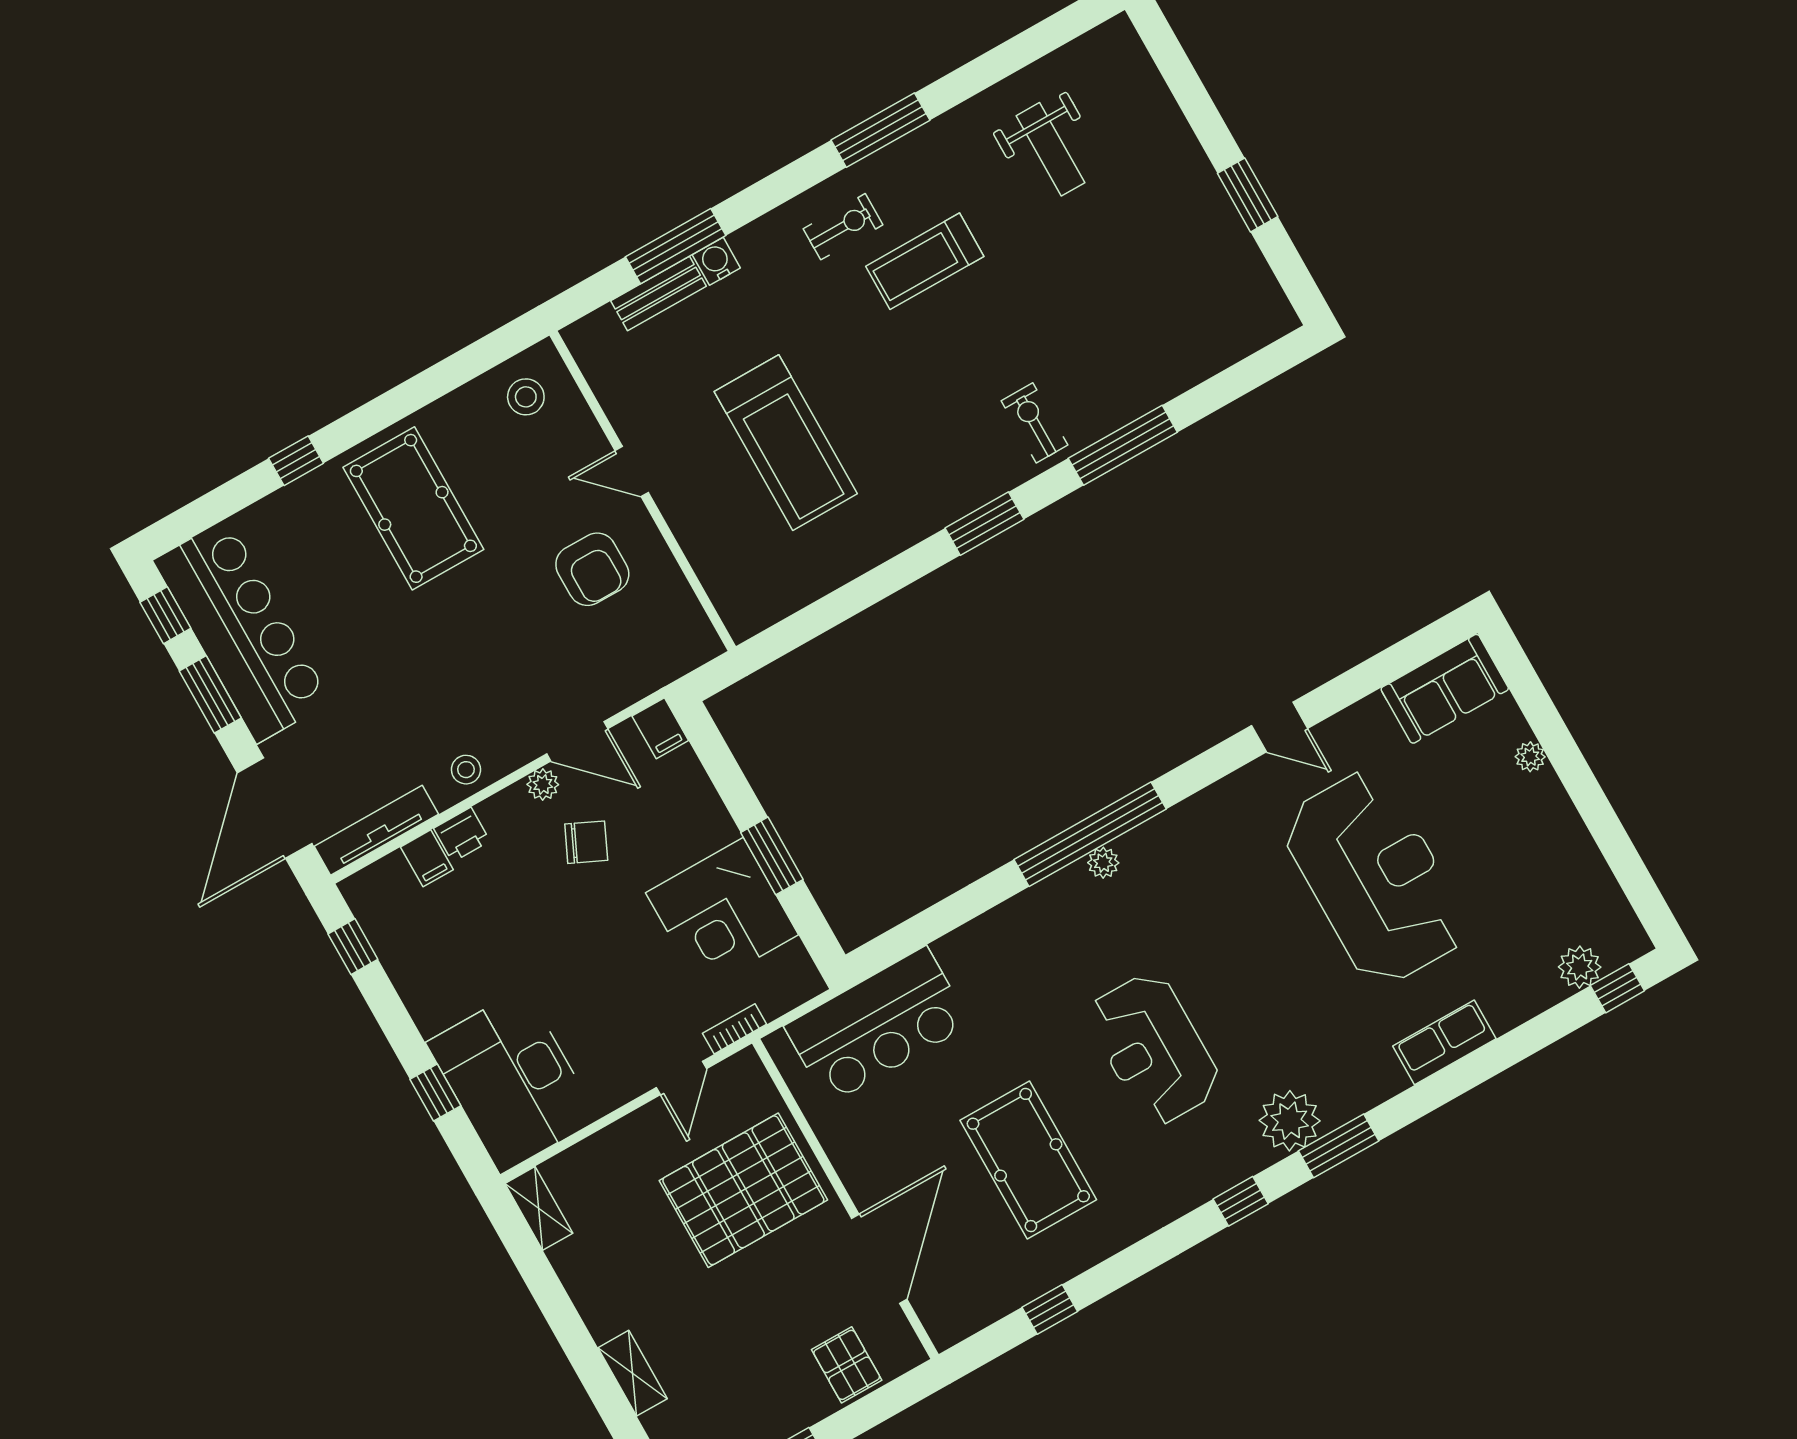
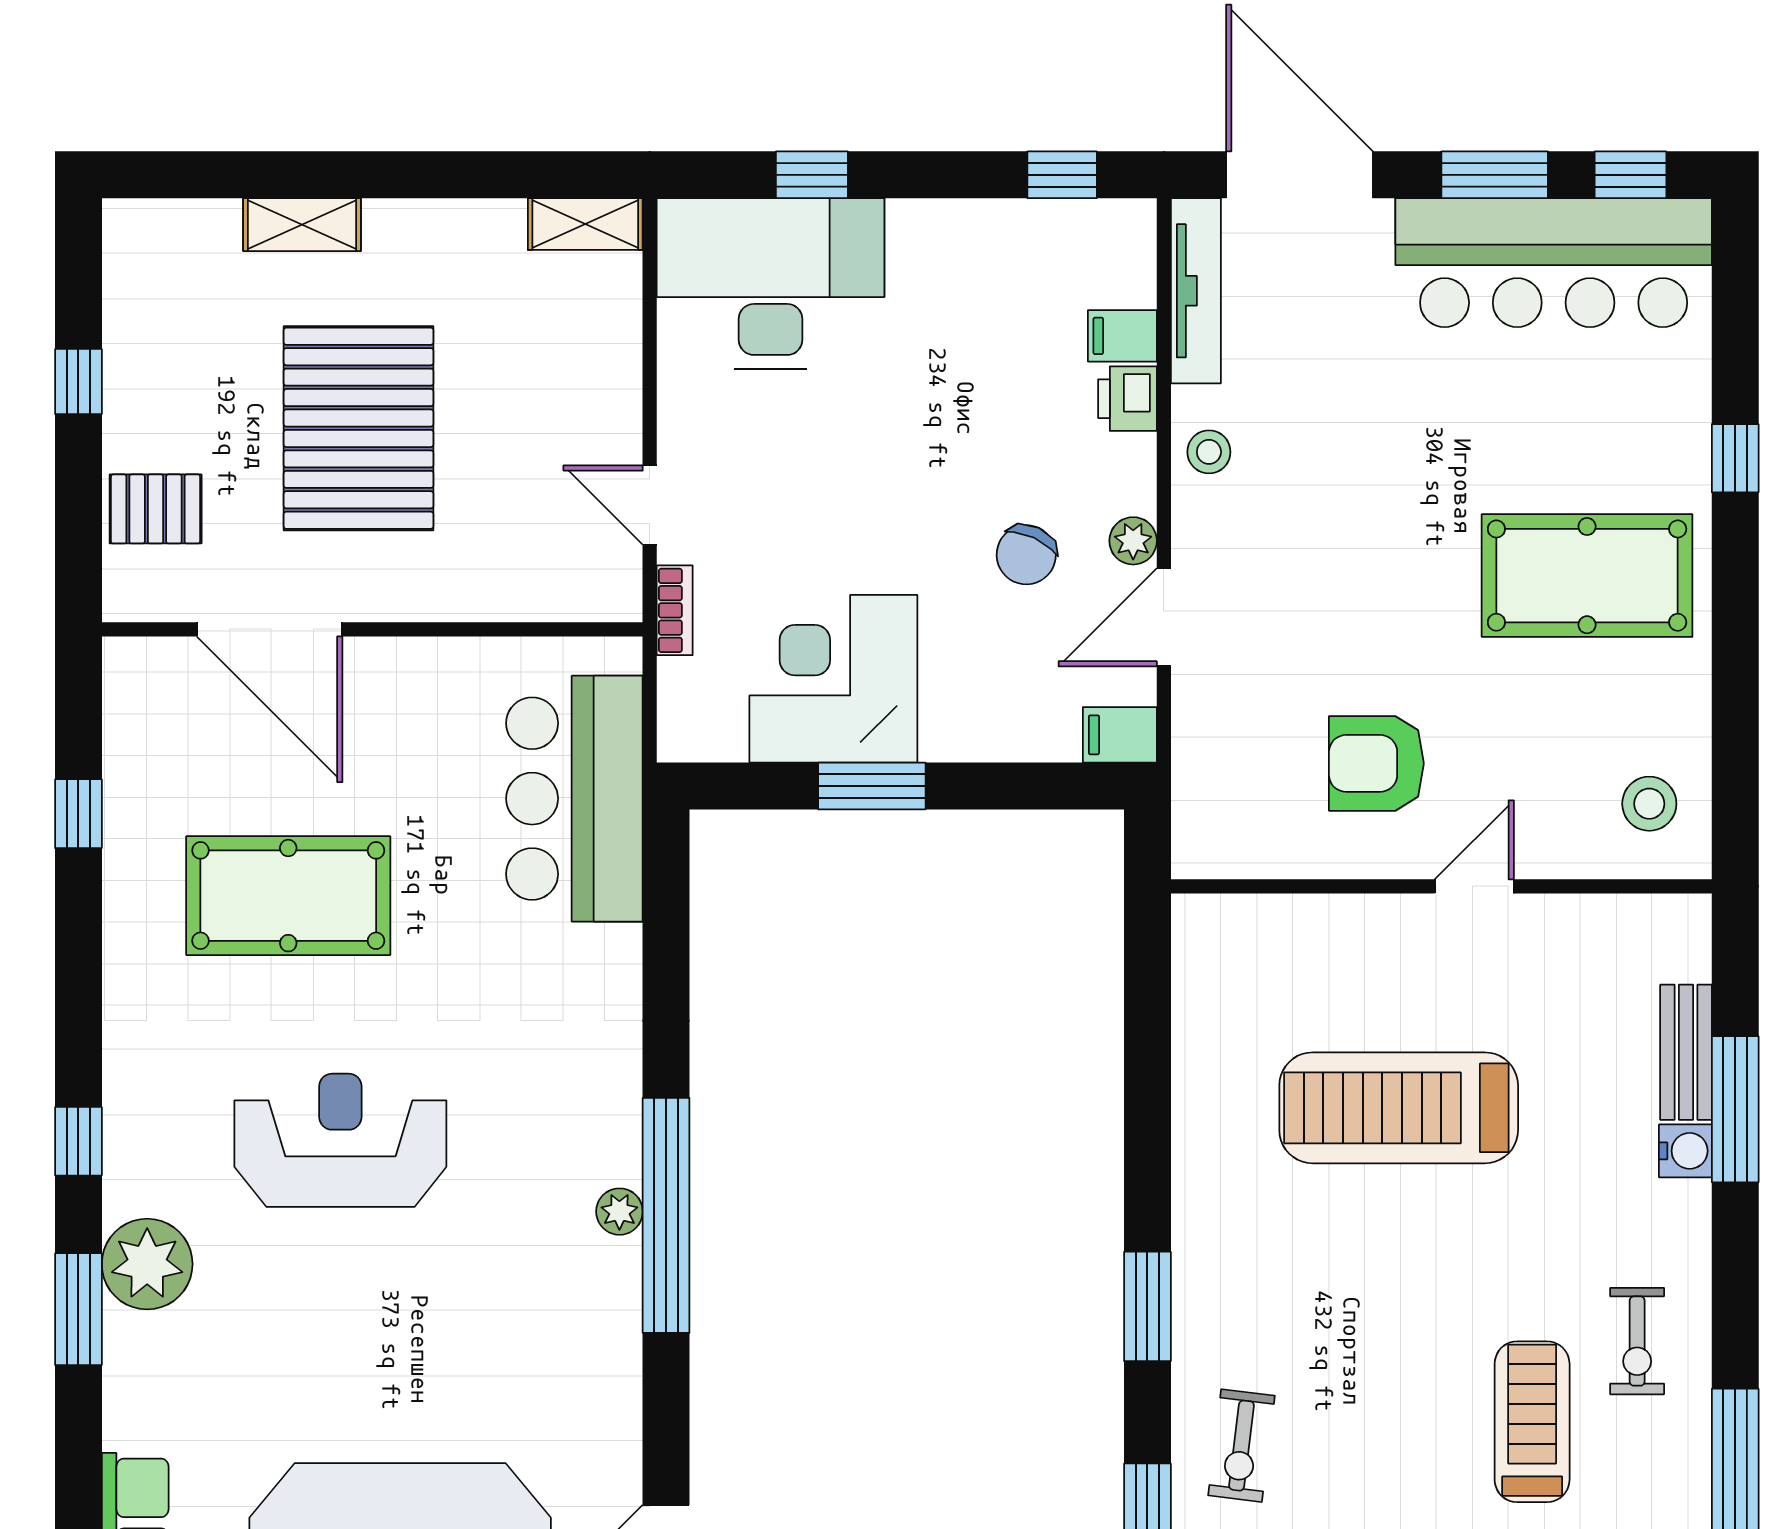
exercise bike: (1034, 423) -> (1242, 1446), turned 97
pallet: (743, 1190) -> (359, 428), moved

